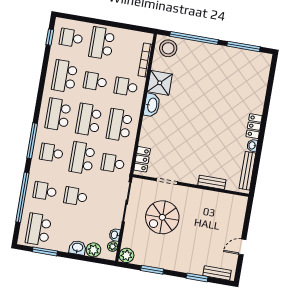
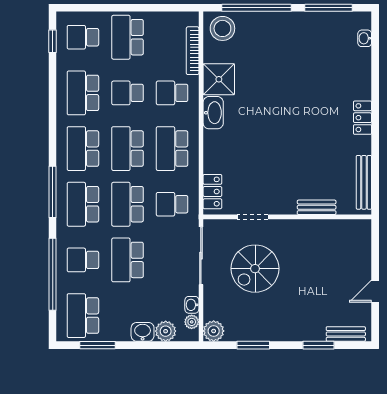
washbasin: (252, 145) -> (365, 38), moved
school desk: (51, 153) -> (83, 204), width x1.85
school desk: (76, 196) -> (127, 260), width x1.85

